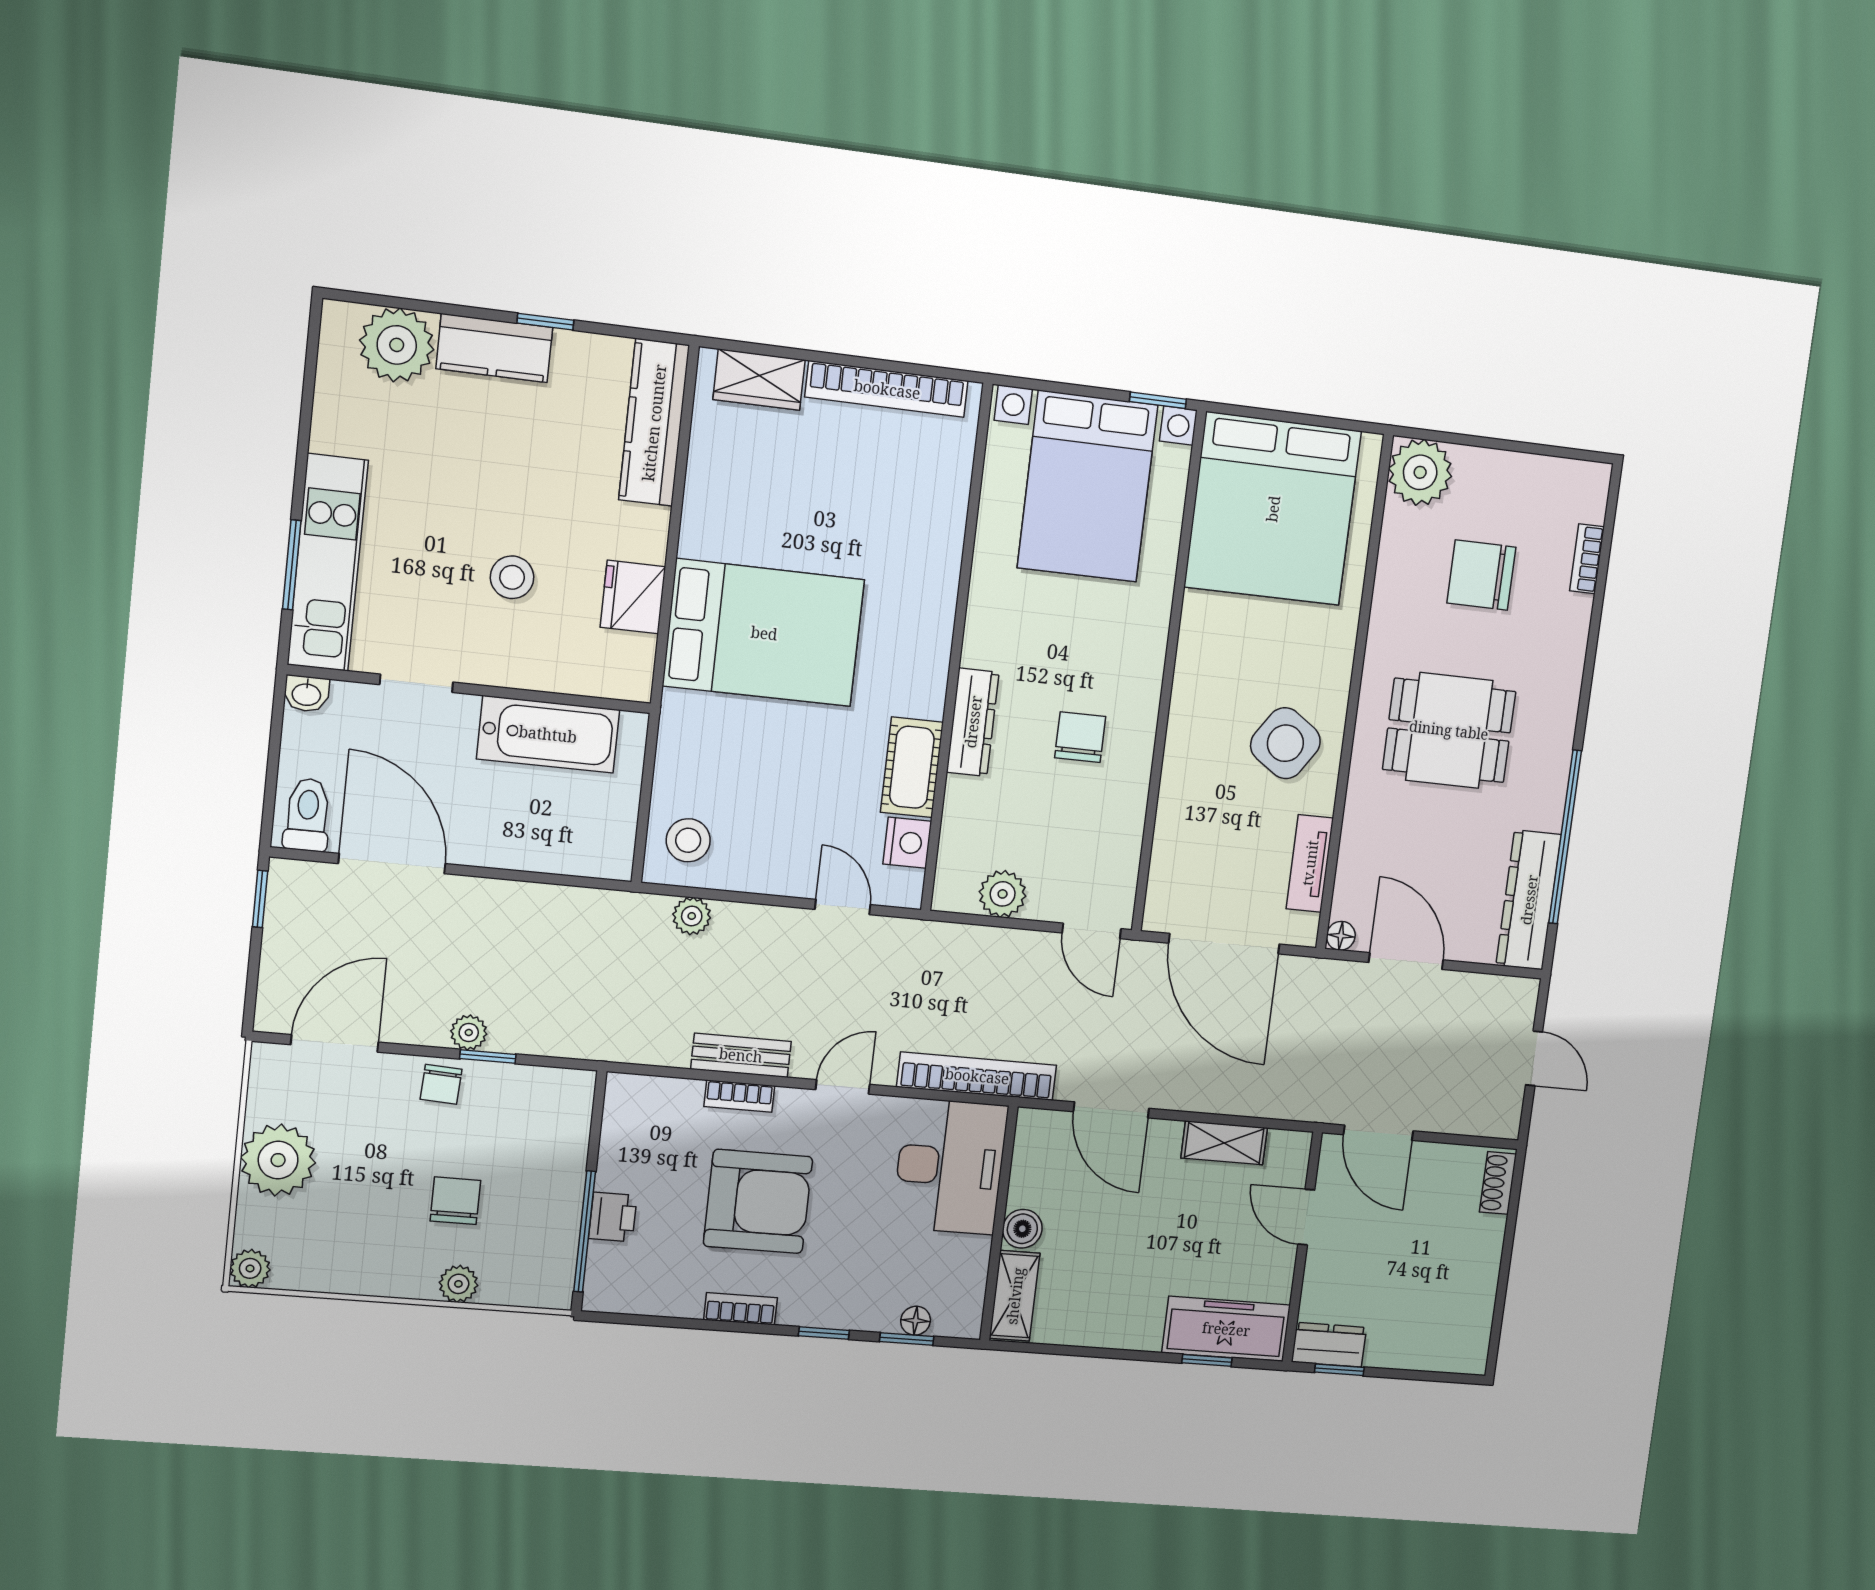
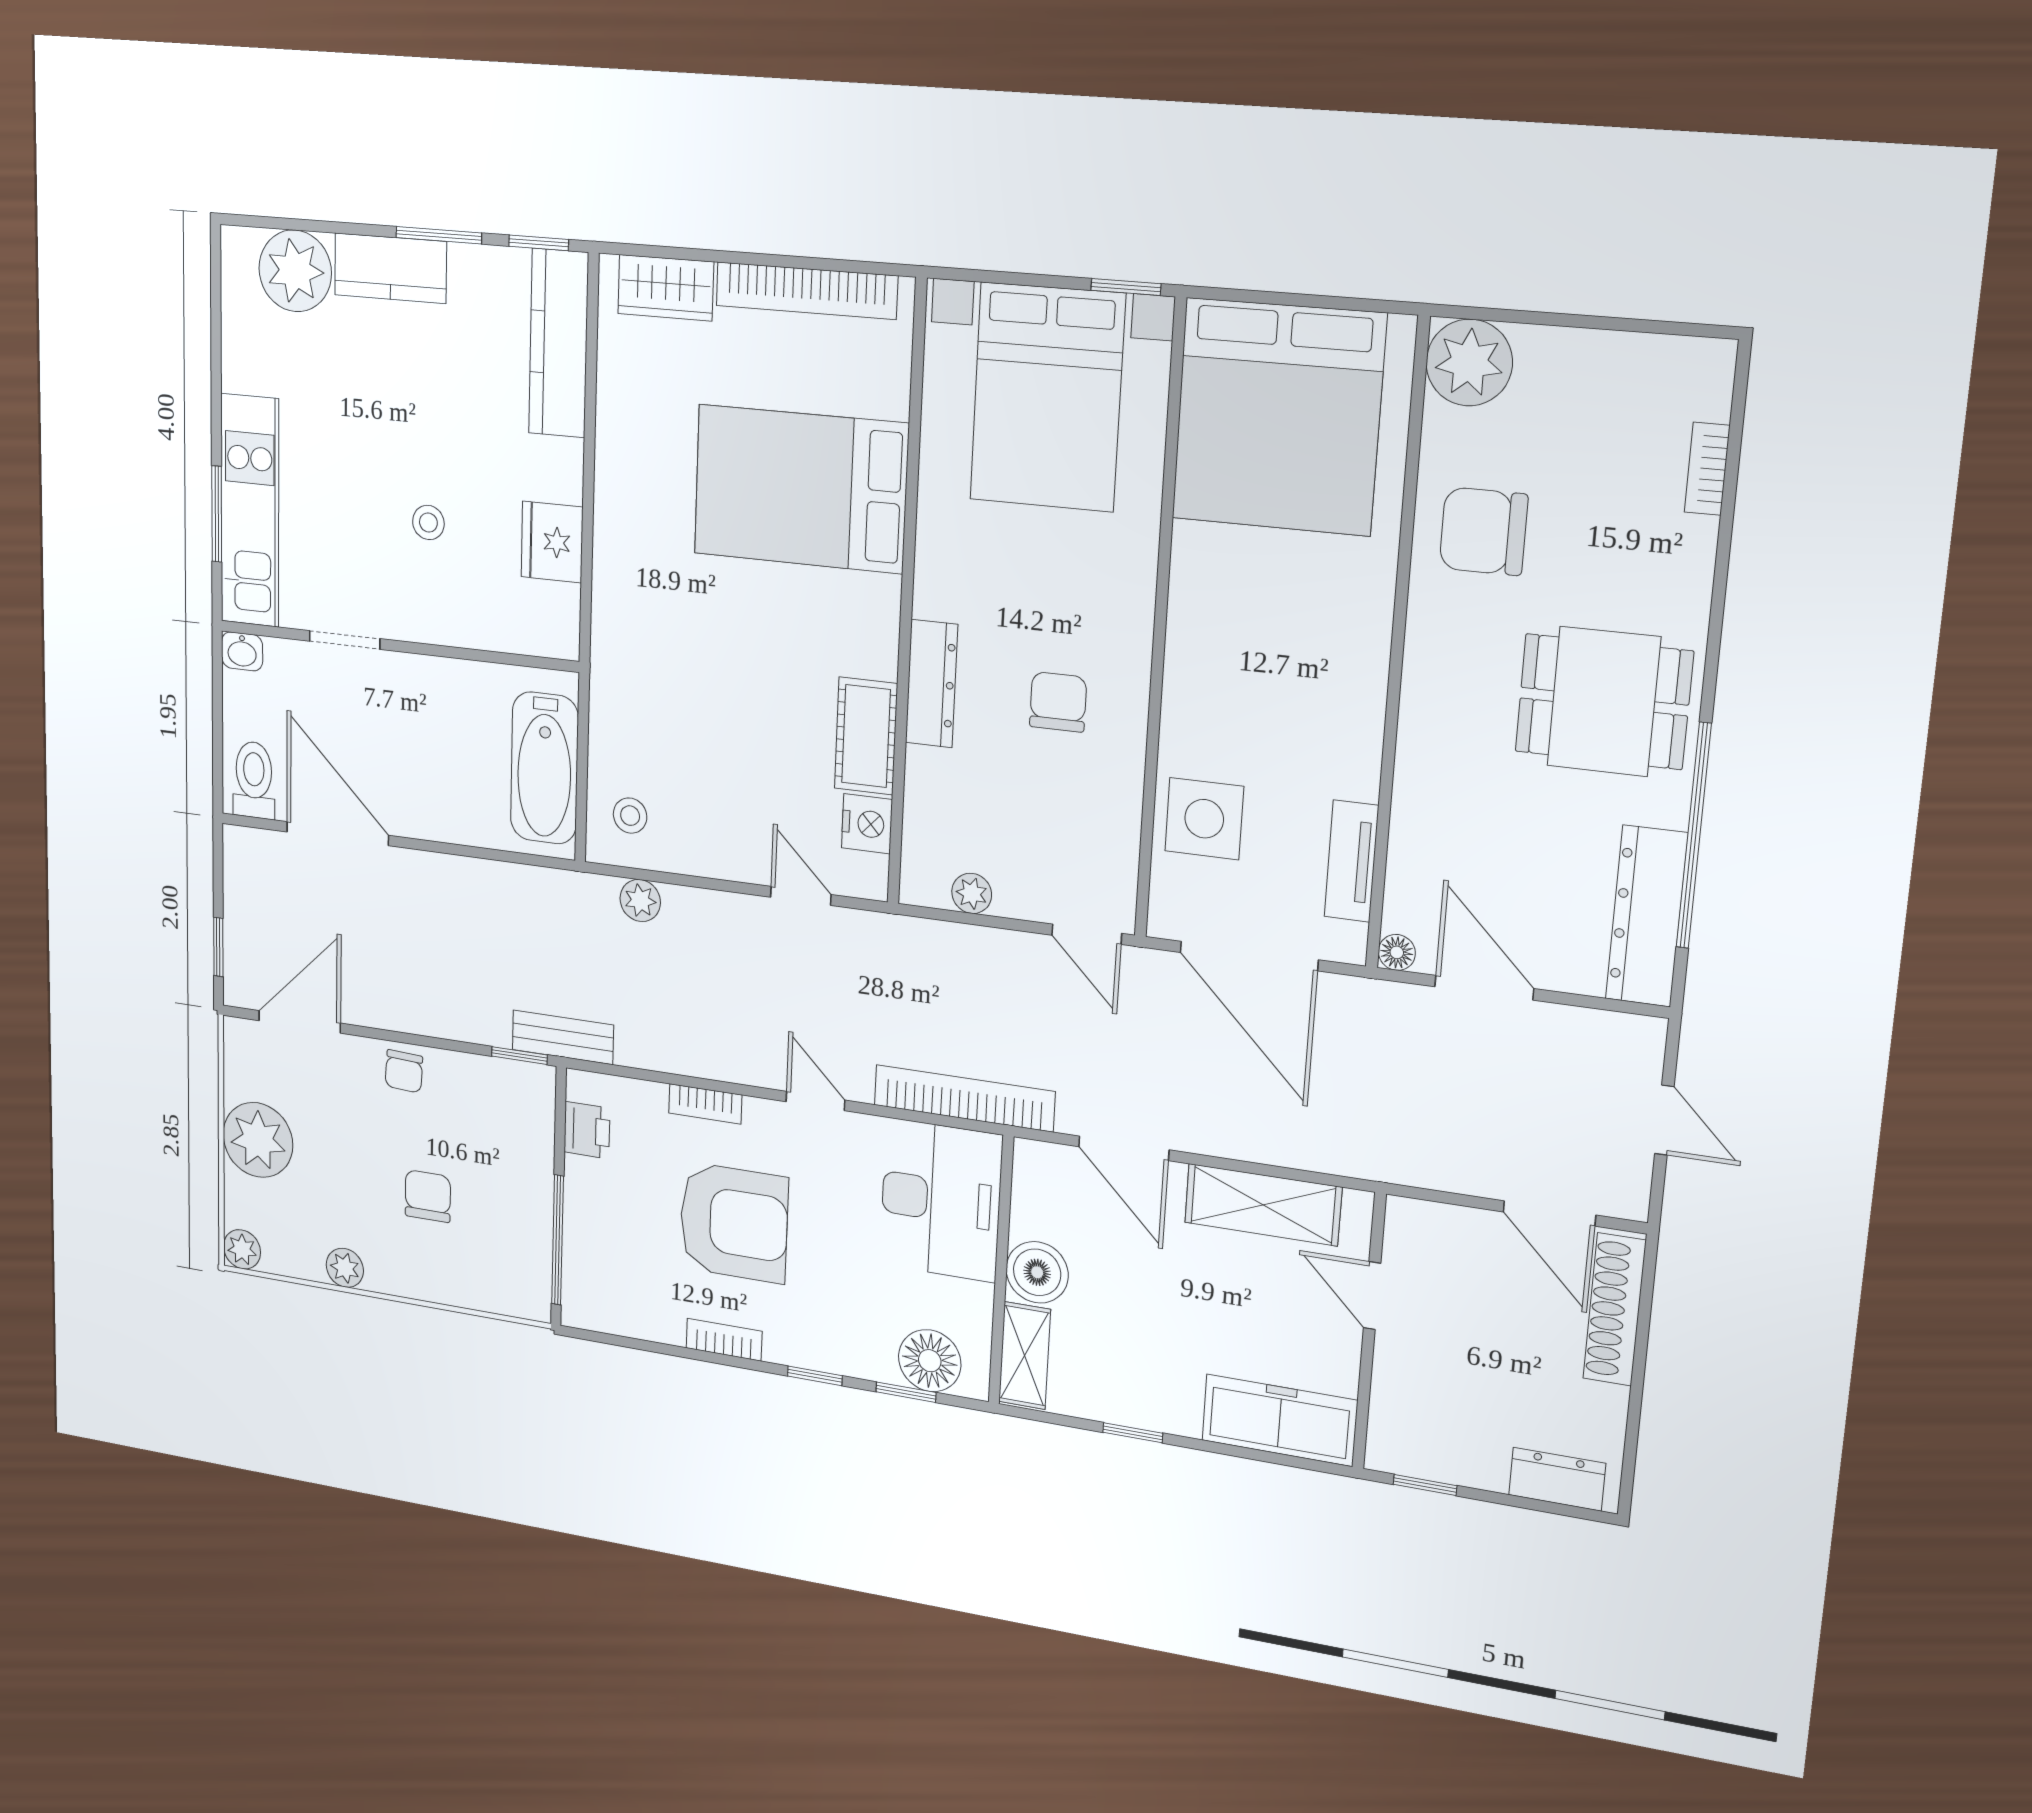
window: (545, 322) -> (439, 235), width x1.50
window: (642, 334) -> (539, 243), added
chair: (1481, 575) -> (1483, 531), moved
stool: (512, 577) -> (428, 523), width x0.73, depth x0.73
bed: (764, 633) -> (801, 489), moved, turned 180
dining table: (1449, 730) -> (1604, 702), moved
bathtub: (548, 734) -> (544, 768), moved, turned 90
side table: (1285, 743) -> (1204, 819), moved, turned -34
stool: (688, 840) -> (630, 816), width x0.73, depth x0.73
plant: (1003, 894) -> (972, 893), width x0.73, depth x0.73
window: (260, 899) -> (218, 947), moved
plant: (469, 1033) -> (426, 1018), removed
bench: (741, 1055) -> (563, 1037), moved
window: (488, 1057) -> (519, 1056), moved
door: (843, 1087) -> (815, 1101), hinge flipped
door: (1378, 1133) -> (1549, 1213), moved
shelving: (1224, 1143) -> (1263, 1205), width x1.50, depth x1.33
shoe rack: (1498, 1183) -> (1614, 1309), width x1.94, depth x1.24
printer: (613, 1217) -> (587, 1130), moved
boiler: (1022, 1229) -> (1037, 1272), width x1.36, depth x1.36
plant: (458, 1284) -> (345, 1268), moved
floor lamp: (916, 1321) -> (930, 1361), width x1.89, depth x1.89
dresser: (1329, 1345) -> (1557, 1479), moved
window: (1207, 1360) -> (1133, 1433), moved

